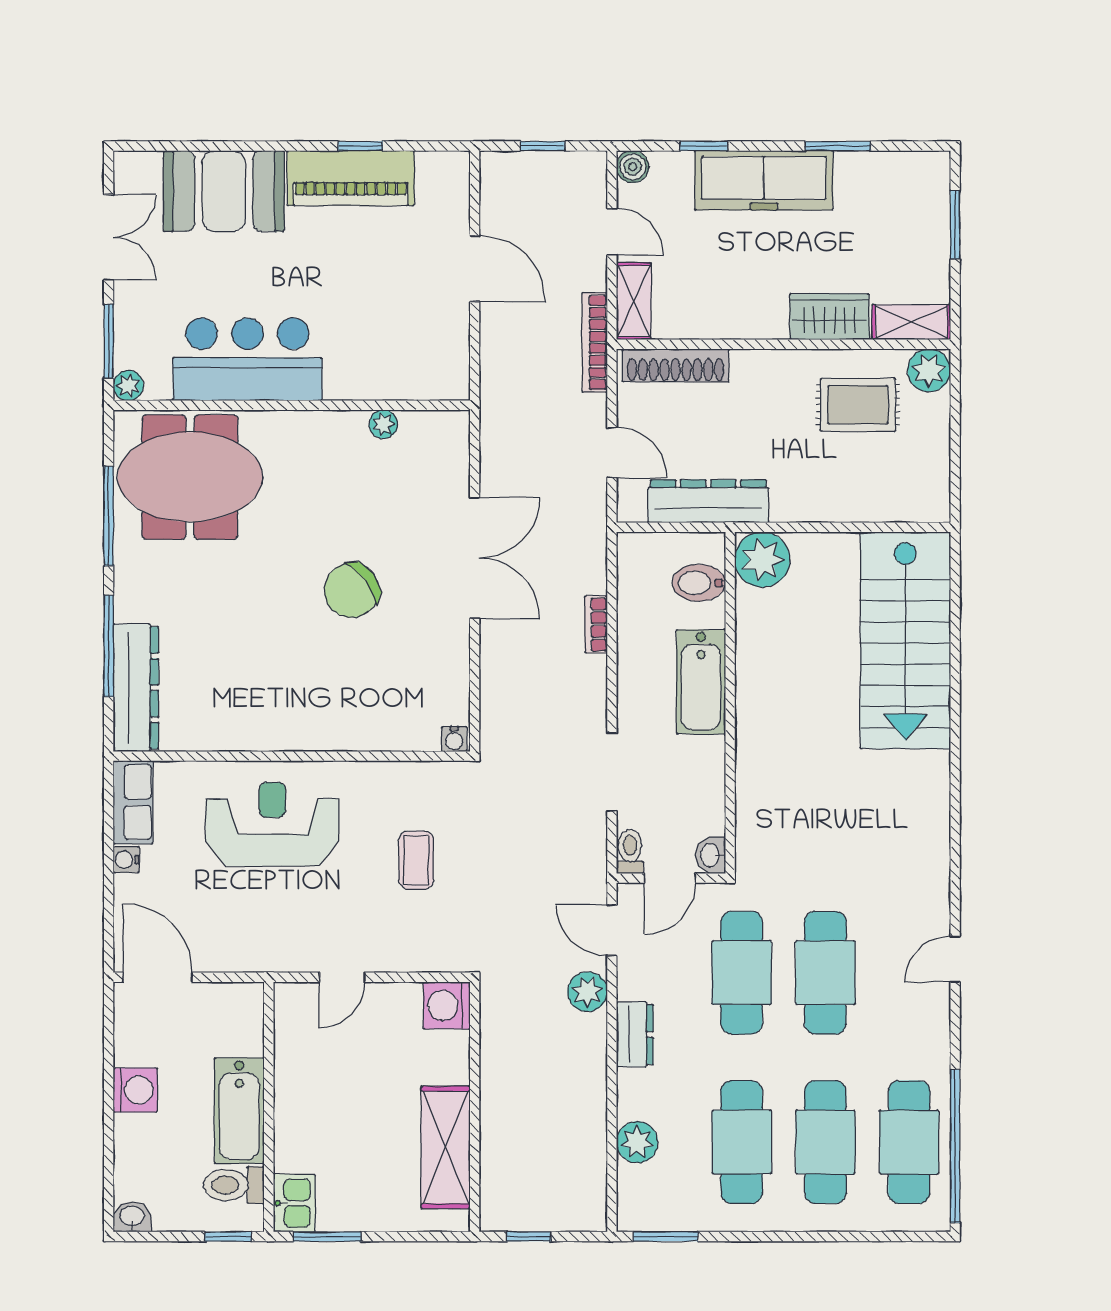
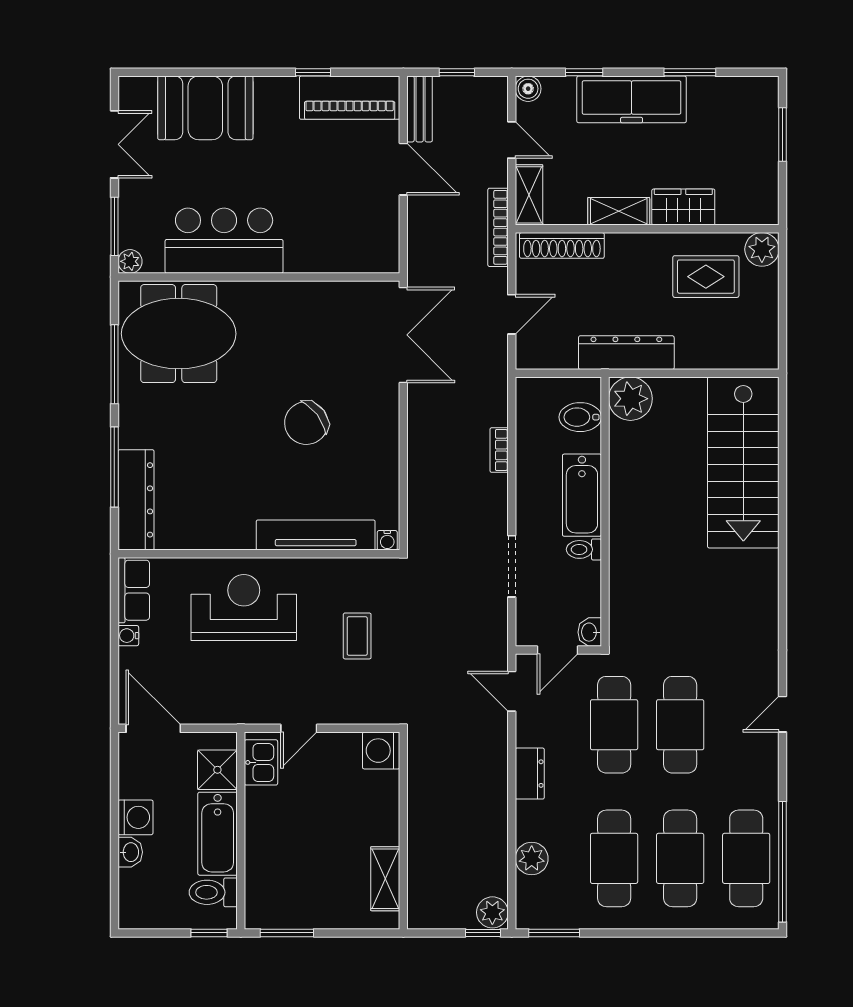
piano: (351, 178) -> (350, 98), moved
bench: (495, 192) -> (420, 109), added
shelving: (911, 322) -> (619, 211), moved
plant: (383, 424) -> (331, 292), removed
door: (612, 453) -> (512, 314), hinge flipped
dresser: (708, 501) -> (626, 353), moved
double door: (475, 558) -> (403, 335), moved
tv unit: (363, 732) -> (316, 535), added
toilet: (630, 851) -> (584, 549), moved, turned -90
plant: (587, 992) -> (492, 912), moved
shower: (239, 1030) -> (217, 770), added
shelving: (446, 1147) -> (385, 879), width x0.67, depth x0.75
kitchen sink: (294, 1203) -> (261, 762), moved
washbasin: (132, 1217) -> (130, 852), moved, turned 90
window: (529, 1237) -> (483, 933), moved

